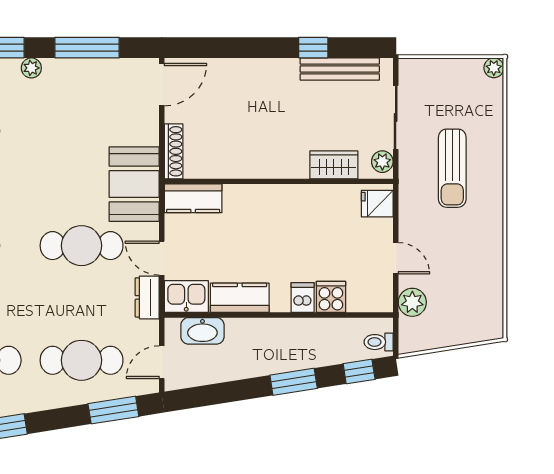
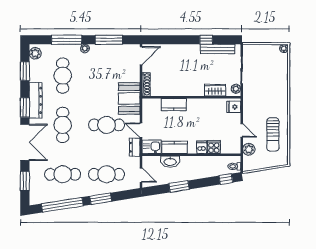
sun lounger: (452, 168) -> (273, 134), moved
kitchen counter: (193, 198) -> (174, 105), moved
washbasin: (202, 331) -> (170, 162), moved
door: (162, 362) -> (141, 175), swing flipped
window: (294, 382) -> (179, 186), moved
window: (113, 410) -> (101, 199), moved

